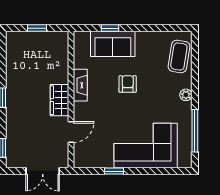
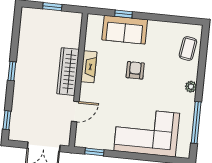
coffee table: (179, 56) -> (188, 48), width x0.73, depth x0.77
wardrobe: (60, 100) -> (68, 72), width x1.50
window: (114, 171) -> (94, 152), moved

